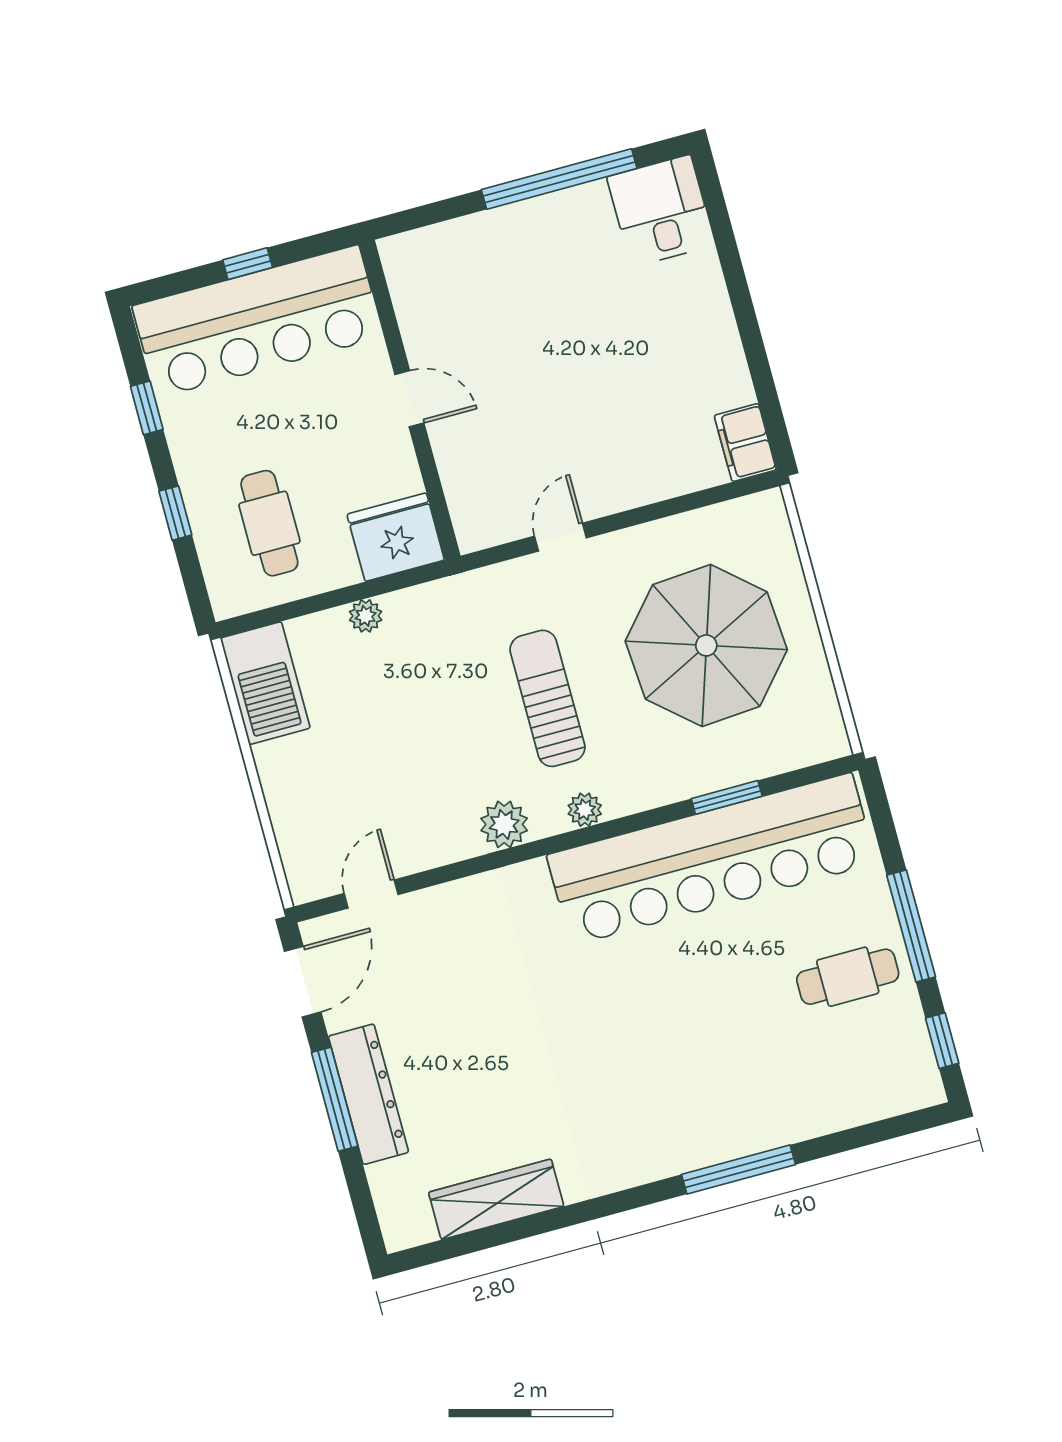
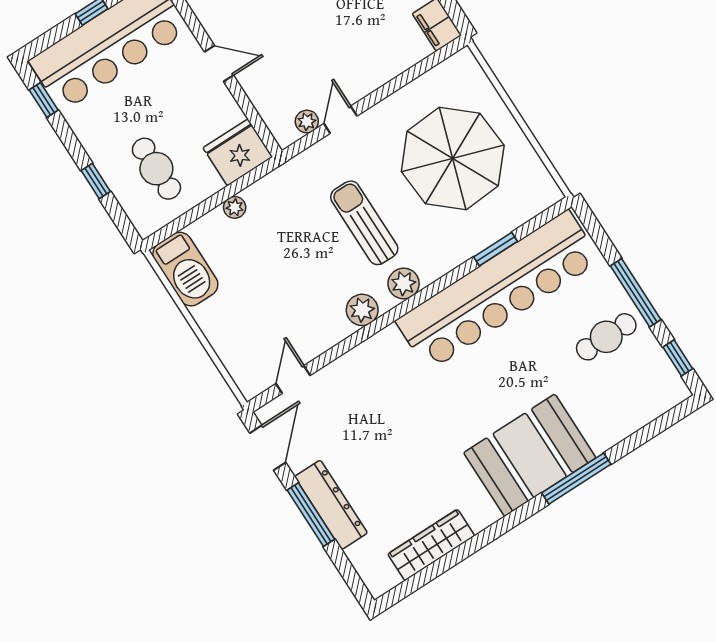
window: (147, 408) -> (44, 100), moved
plant: (511, 524) -> (307, 122), added
plant: (585, 810) -> (404, 284), width x1.38, depth x1.38
booth: (681, 1114) -> (530, 455), added

